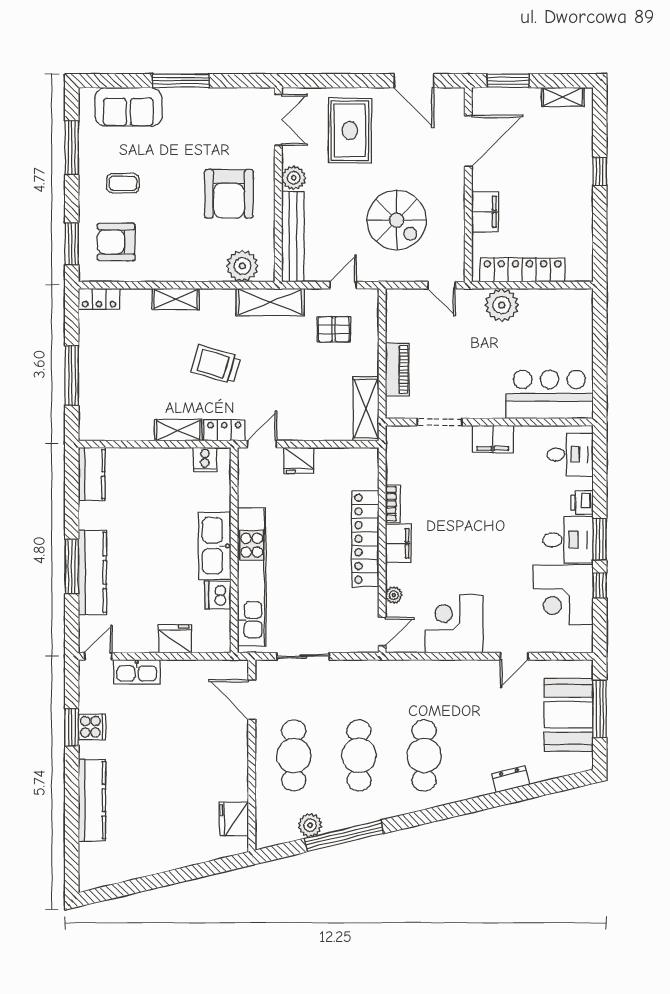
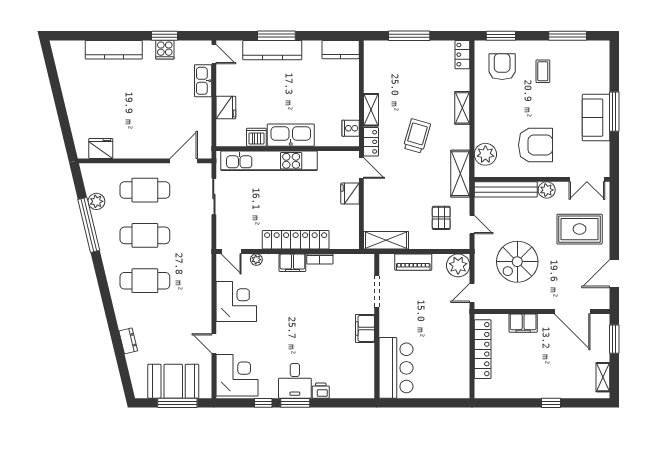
sofa: (128, 107) -> (596, 118), moved
armchair: (229, 194) -> (536, 145), turned 180
plant: (502, 305) -> (458, 265), moved
desk: (570, 455) -> (354, 382), removed
corner desk: (563, 595) -> (237, 375), moved, turned 90

